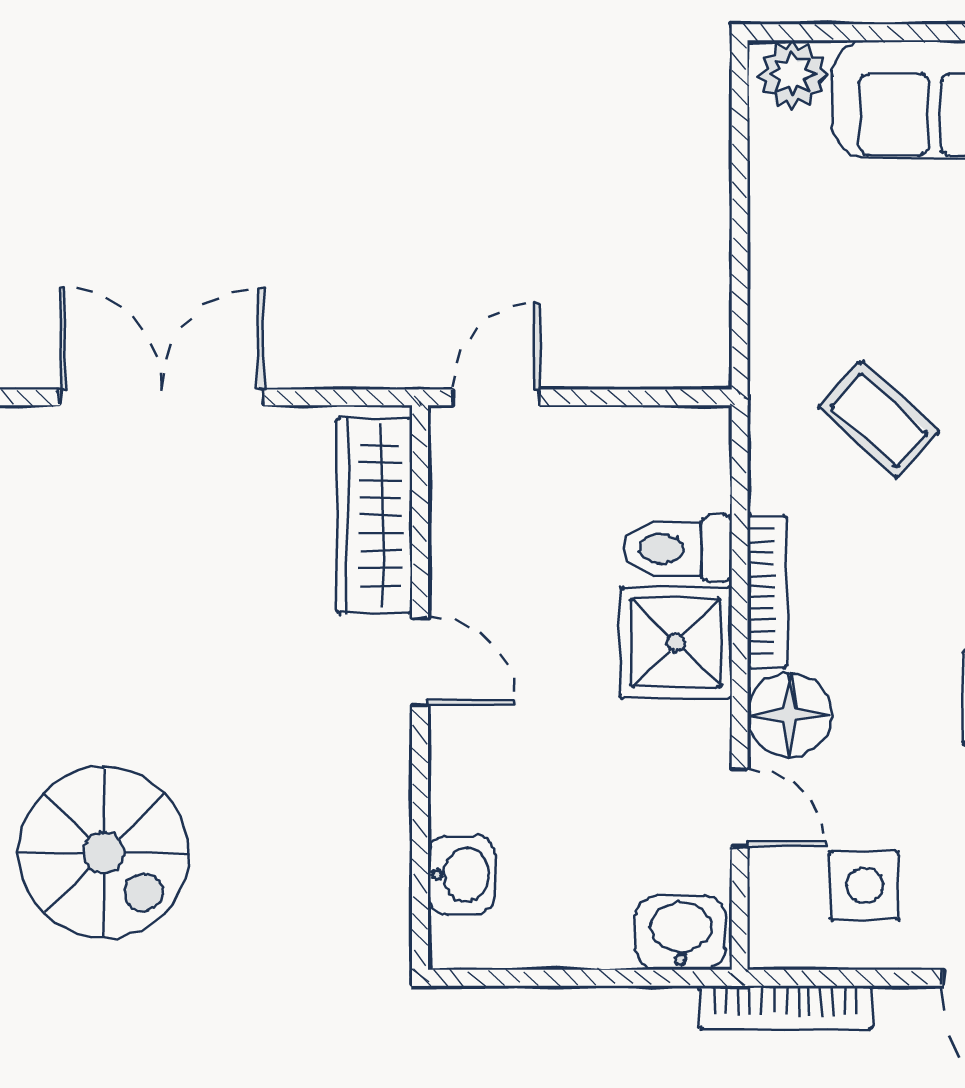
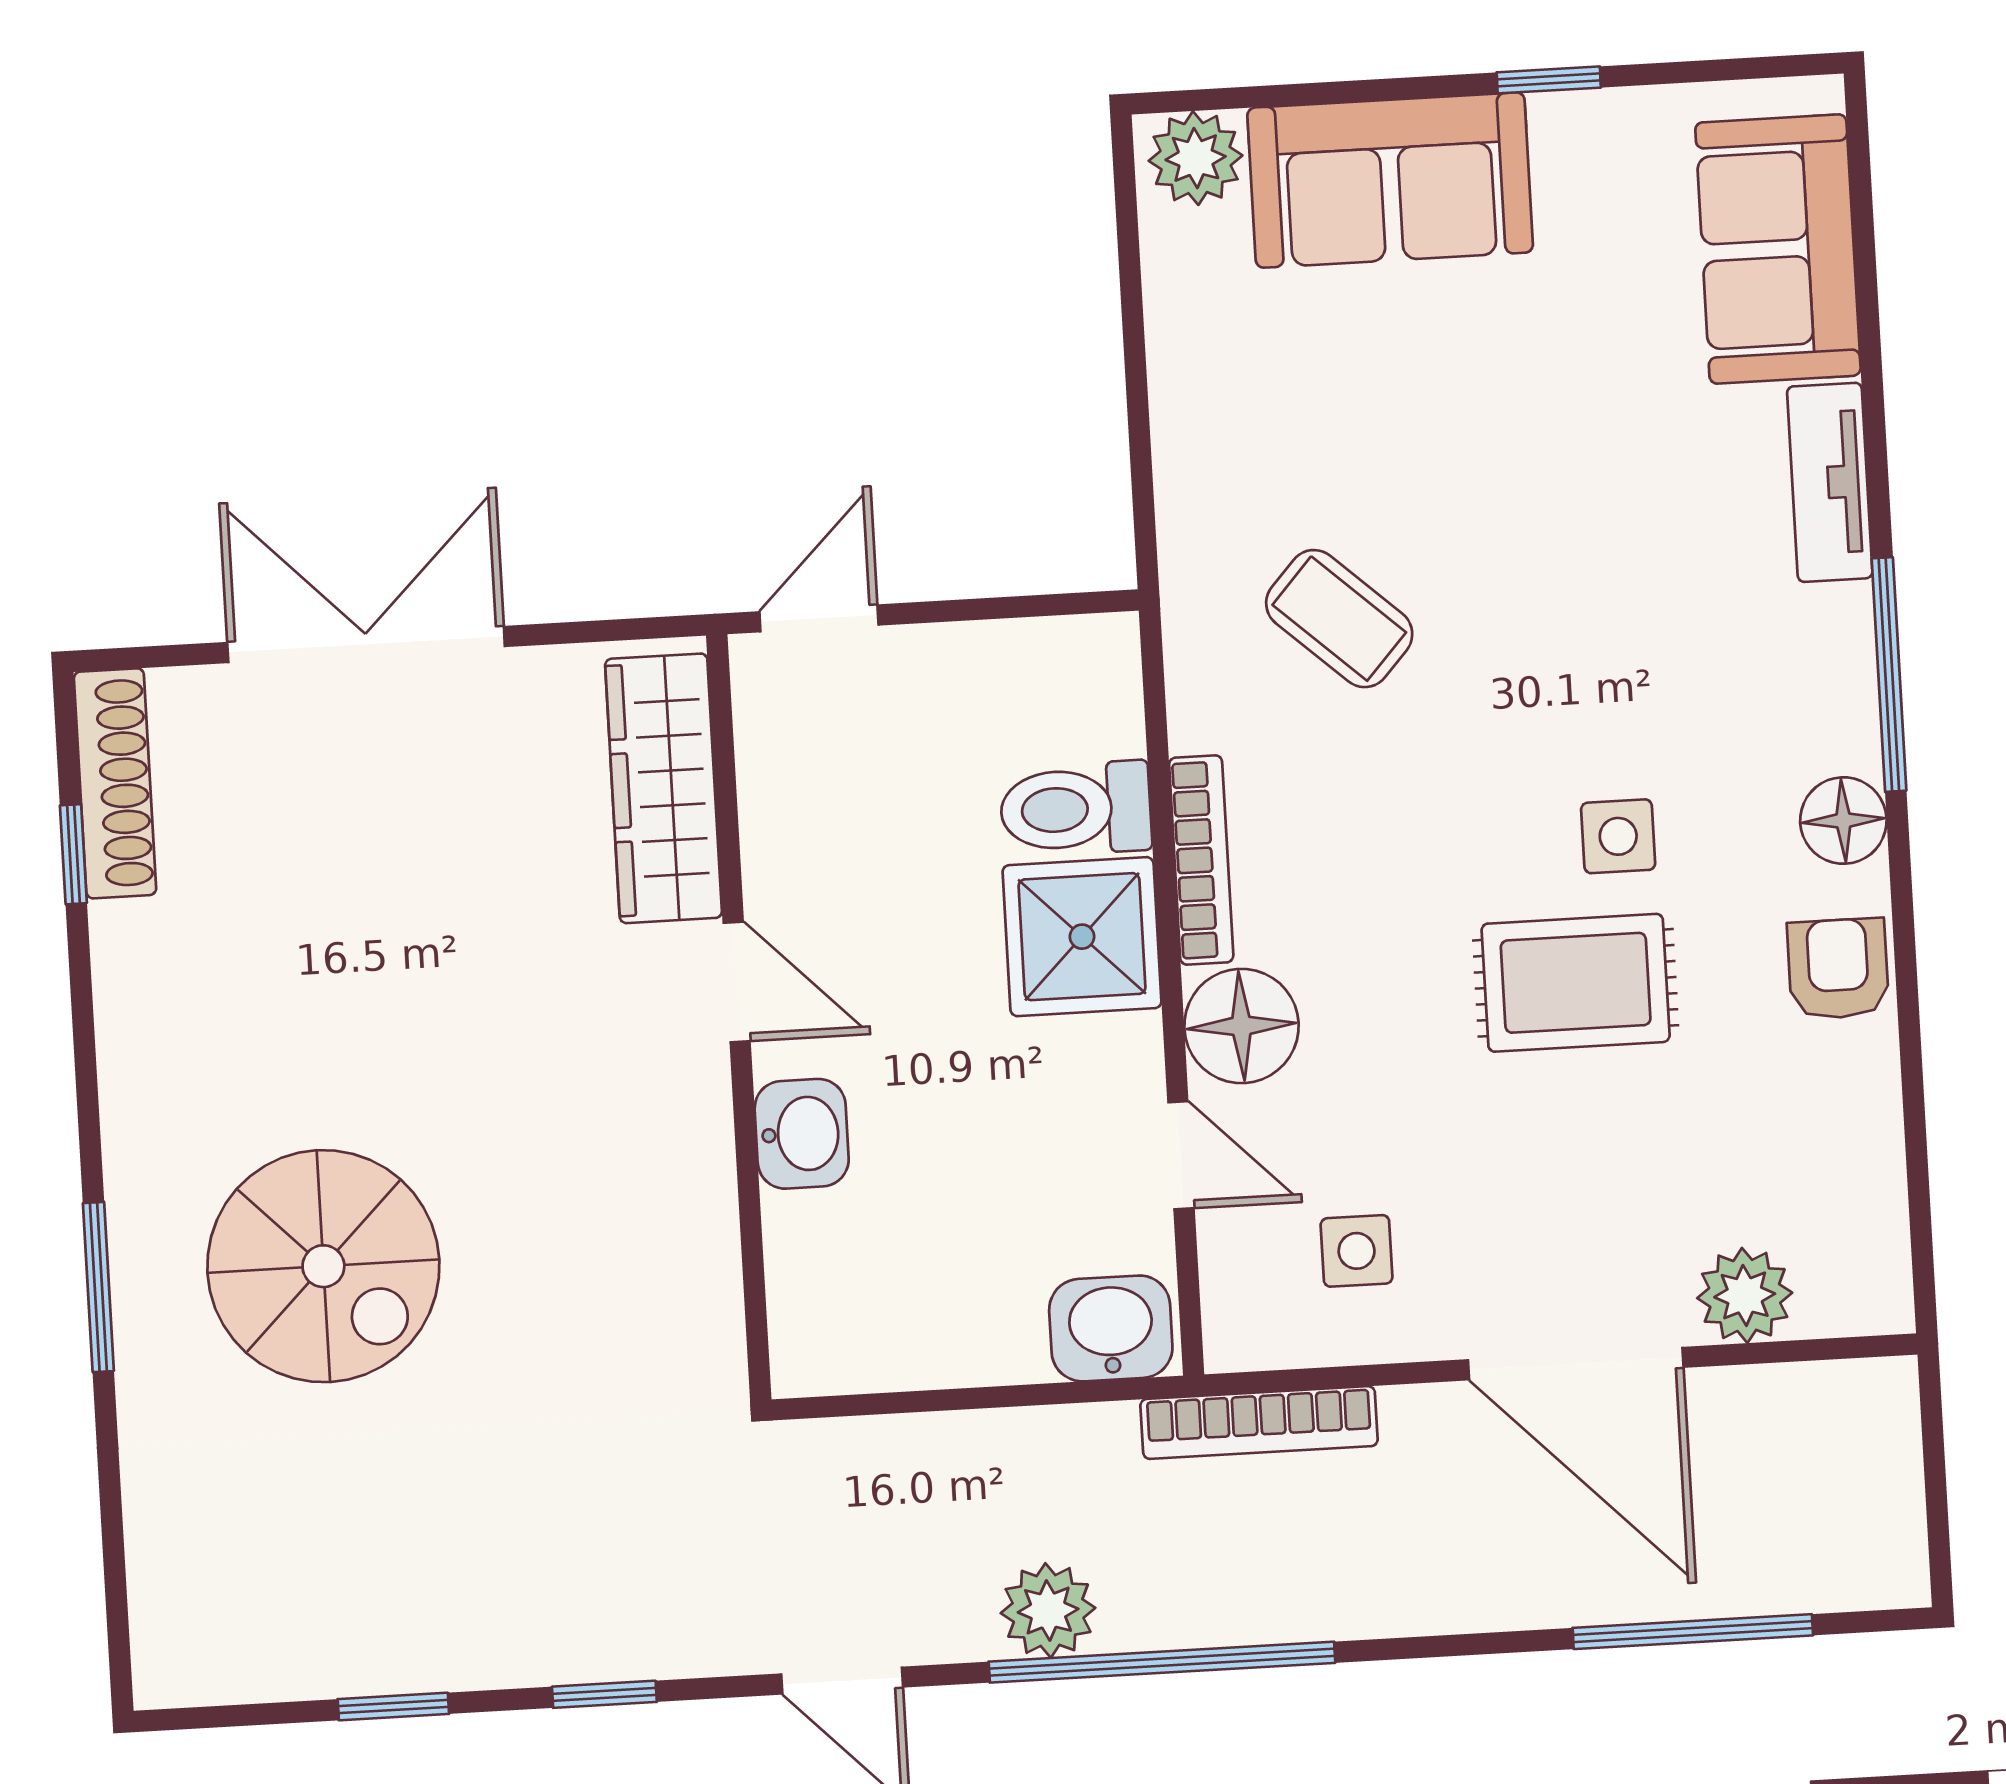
washbasin: (461, 875) -> (802, 1134), moved
side table: (865, 886) -> (1357, 1251), width x0.73, depth x0.73

